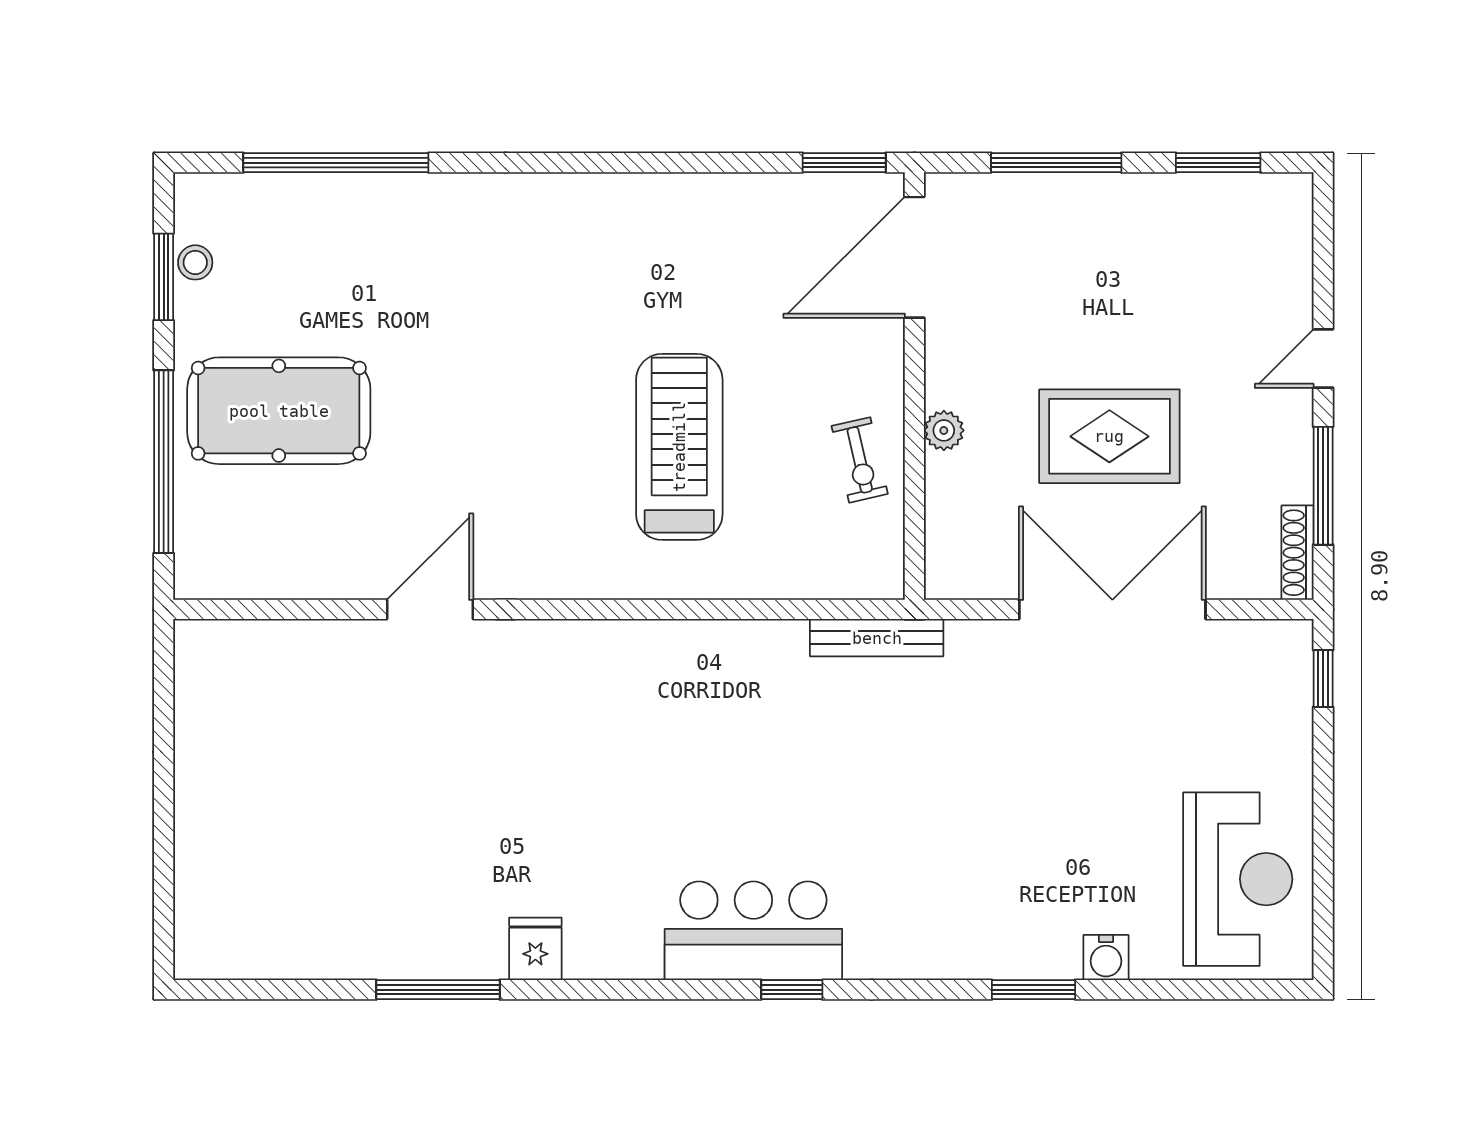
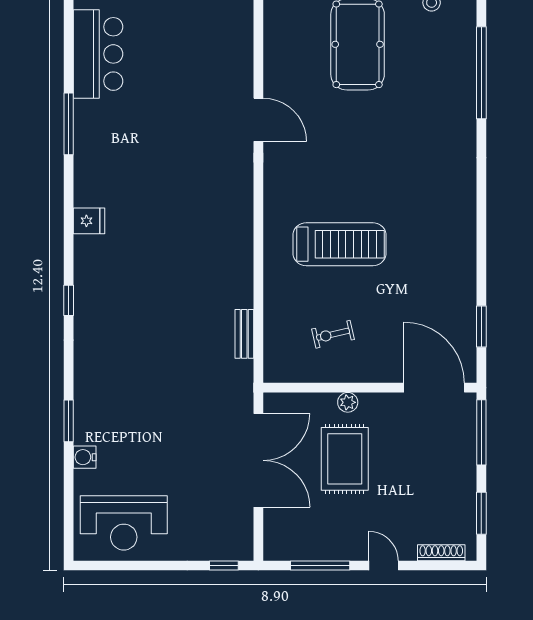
door: (914, 257) -> (434, 388), moved
wall: (914, 386) -> (370, 388), moved
plant: (944, 430) -> (348, 402), moved
shoe rack: (1297, 553) -> (441, 553), moved
bench: (877, 638) -> (244, 334), width x0.73
bar counter: (753, 931) -> (98, 54), moved
fridge: (535, 949) -> (89, 221), moved

